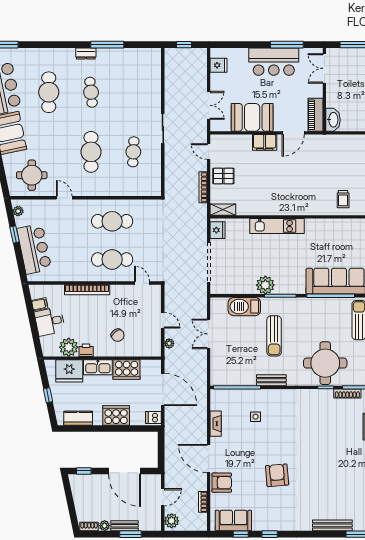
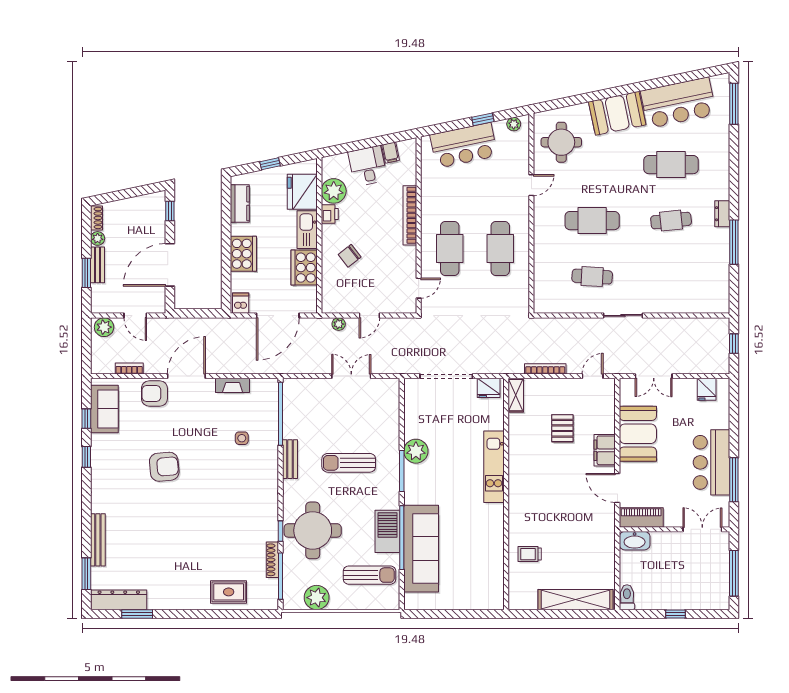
pallet: (223, 176) -> (562, 428), moved
barbecue: (244, 307) -> (387, 531), moved
armchair: (222, 483) -> (154, 393), turned 90

